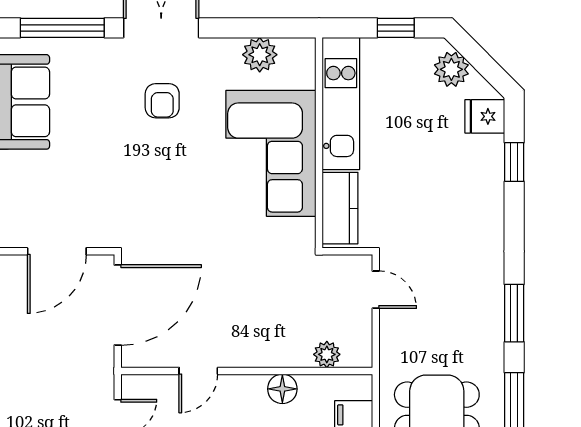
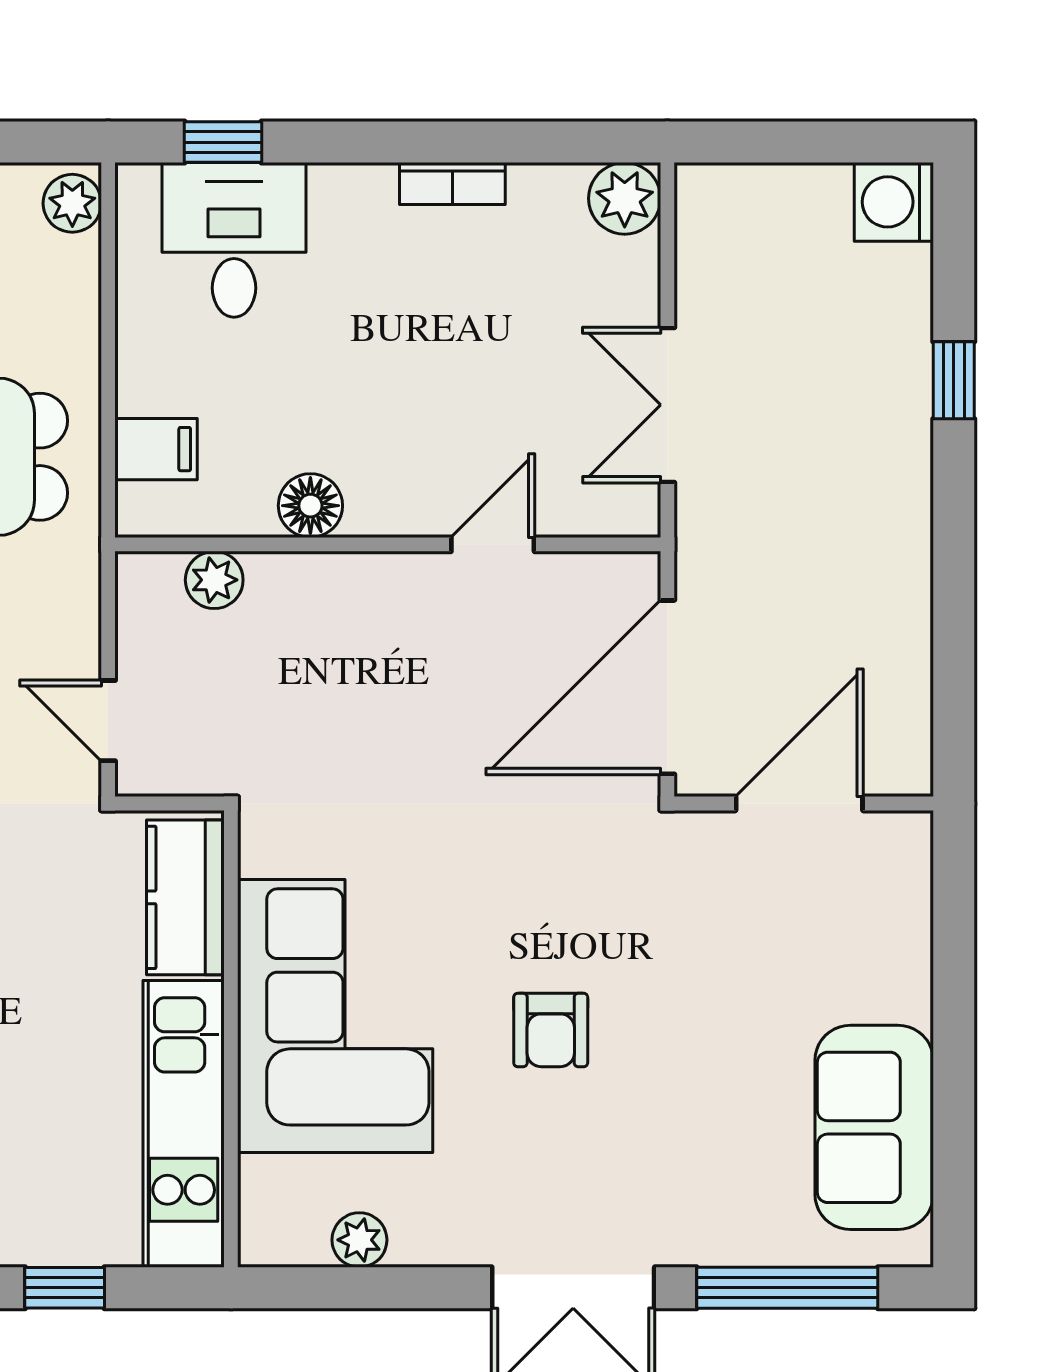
plant: (260, 55) -> (359, 1240), width x0.73, depth x0.73
armchair: (162, 101) -> (551, 1030), moved, turned 180

